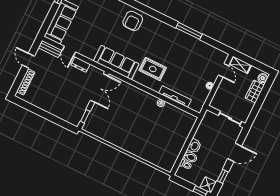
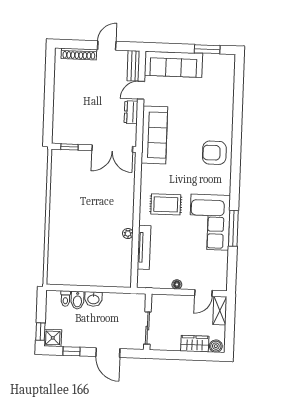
corner sofa: (178, 45) -> (210, 222), added
sofa: (116, 62) -> (154, 135), moved
rug: (153, 69) -> (166, 204), turned 90

